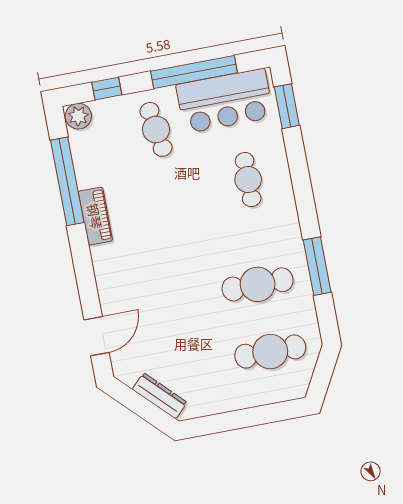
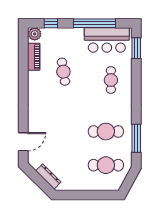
cafe table: (156, 129) -> (63, 72), moved
window: (67, 181) -> (23, 64), removed
piano: (95, 216) -> (34, 57), moved
window: (317, 266) -> (136, 138), moved

